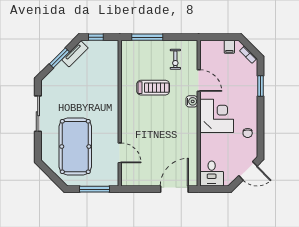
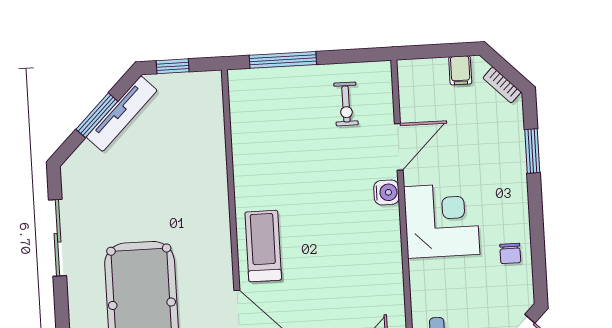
tv unit: (75, 54) -> (122, 114), width x1.41
door: (199, 81) -> (399, 147), hinge flipped
treadmill: (153, 88) -> (263, 246), moved, turned -90

